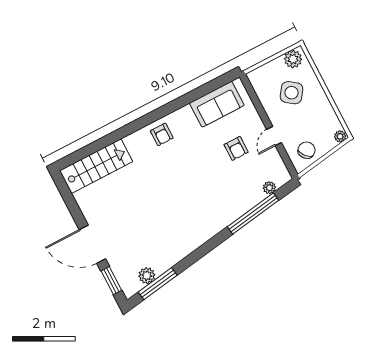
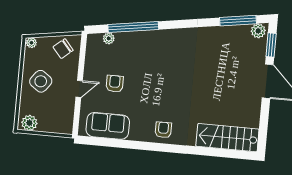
side table: (291, 93) -> (41, 81), moved
door: (274, 136) -> (79, 89), moved
plant: (147, 276) -> (258, 31), moved

